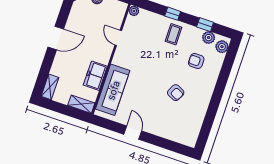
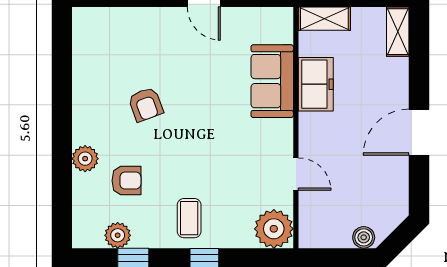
plant: (134, 11) -> (274, 229), width x1.88, depth x1.88
plant: (222, 47) -> (85, 159), moved
sofa: (113, 90) -> (272, 81), width x0.73
armchair: (176, 93) -> (146, 104), turned -136

